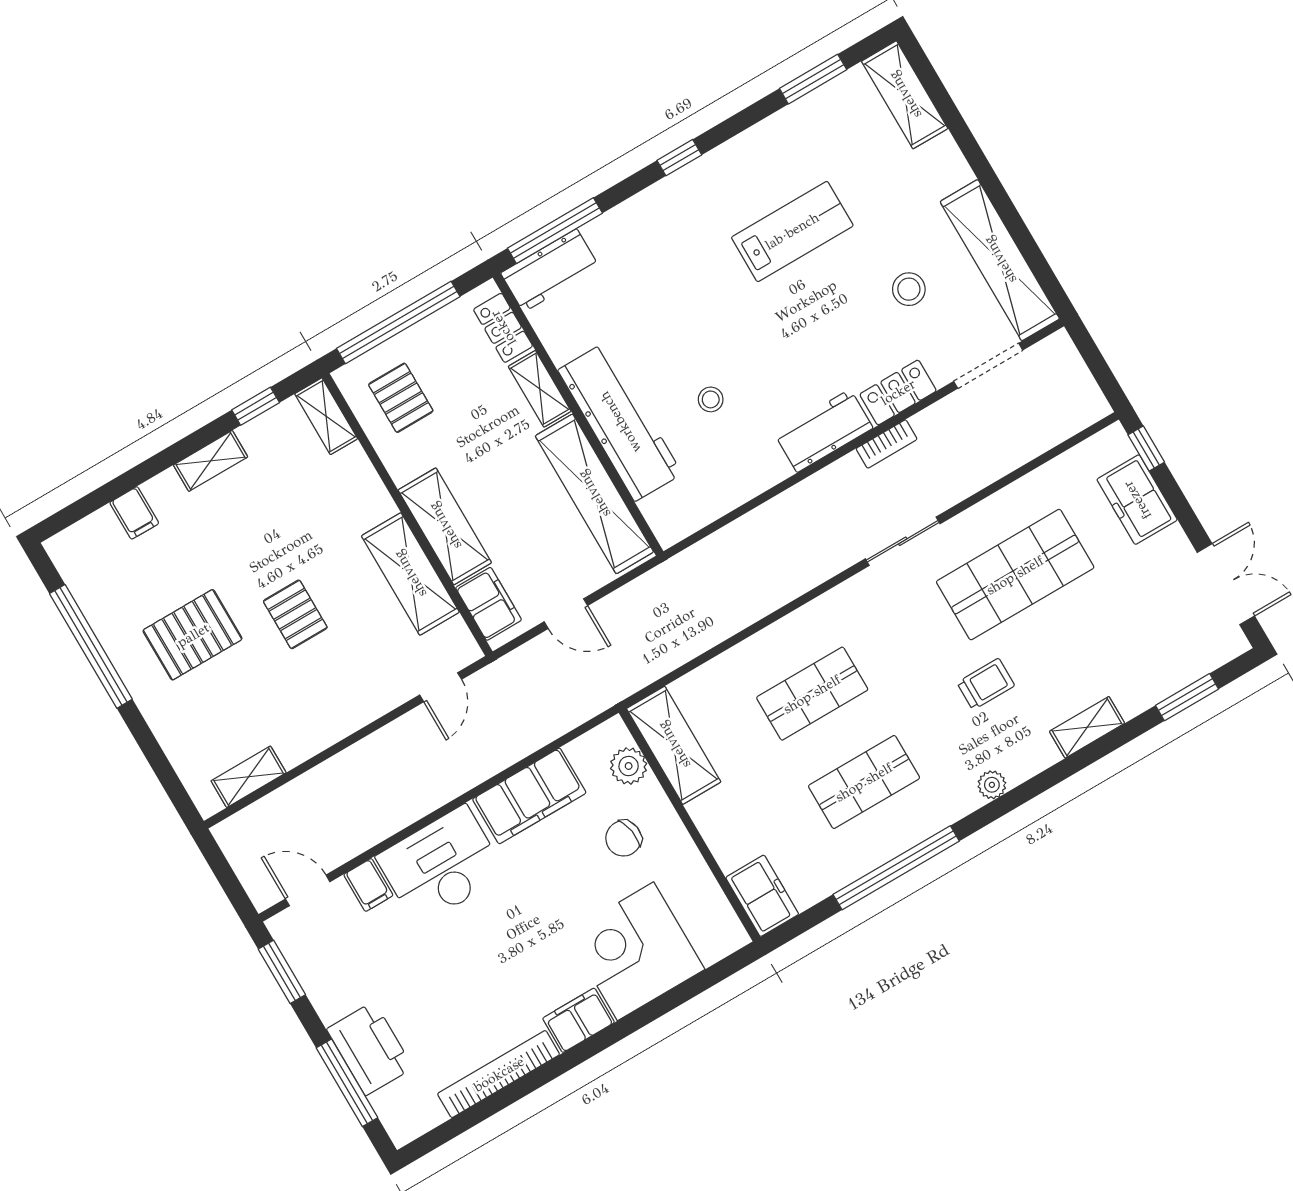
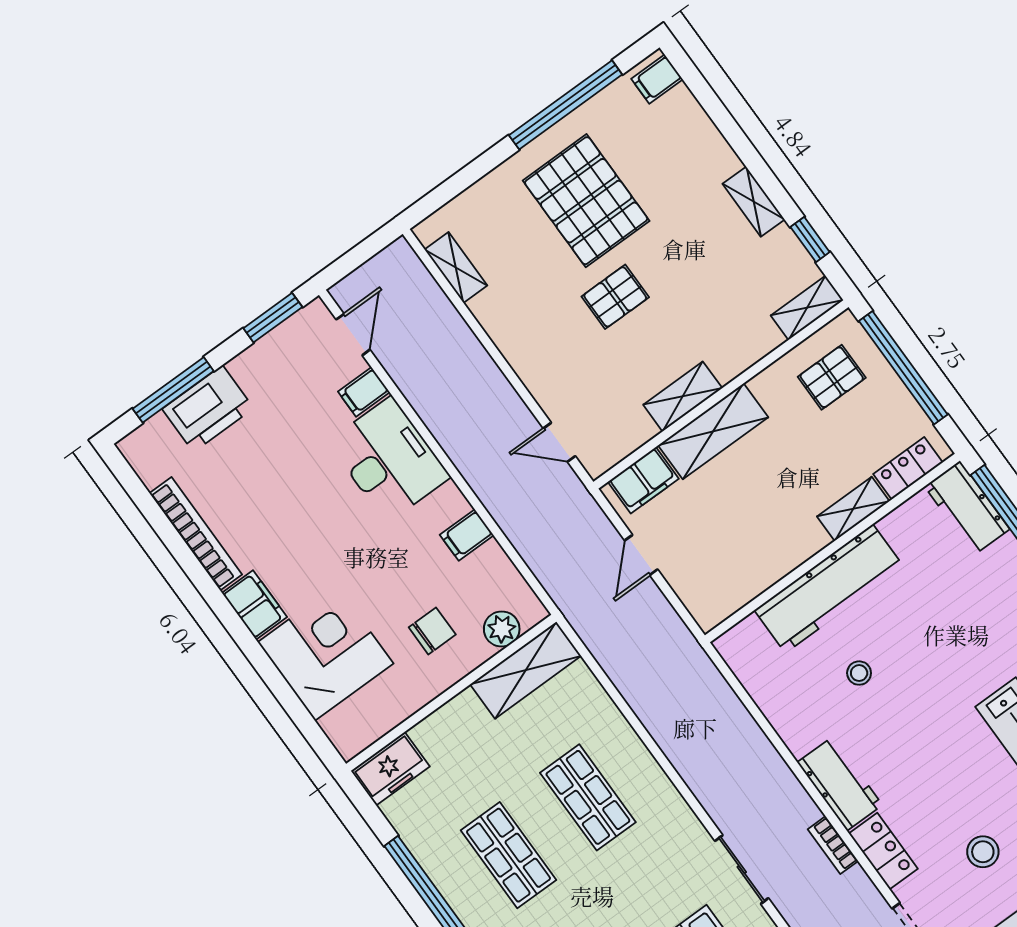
shelving: (594, 494) -> (758, 571), removed
filing cabinet: (134, 513) -> (657, 79), moved
shelving: (410, 574) -> (683, 396), width x0.67, depth x0.75
pallet: (193, 635) -> (586, 201), width x1.37, depth x1.41
filing cabinet: (529, 796) -> (467, 535), width x0.33, depth x0.86
chair: (623, 838) -> (432, 631), turned 99

